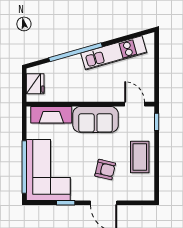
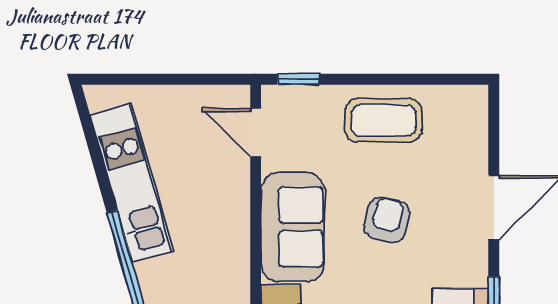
door: (135, 104) -> (256, 133), hinge flipped
armchair: (105, 170) -> (387, 220), moved

